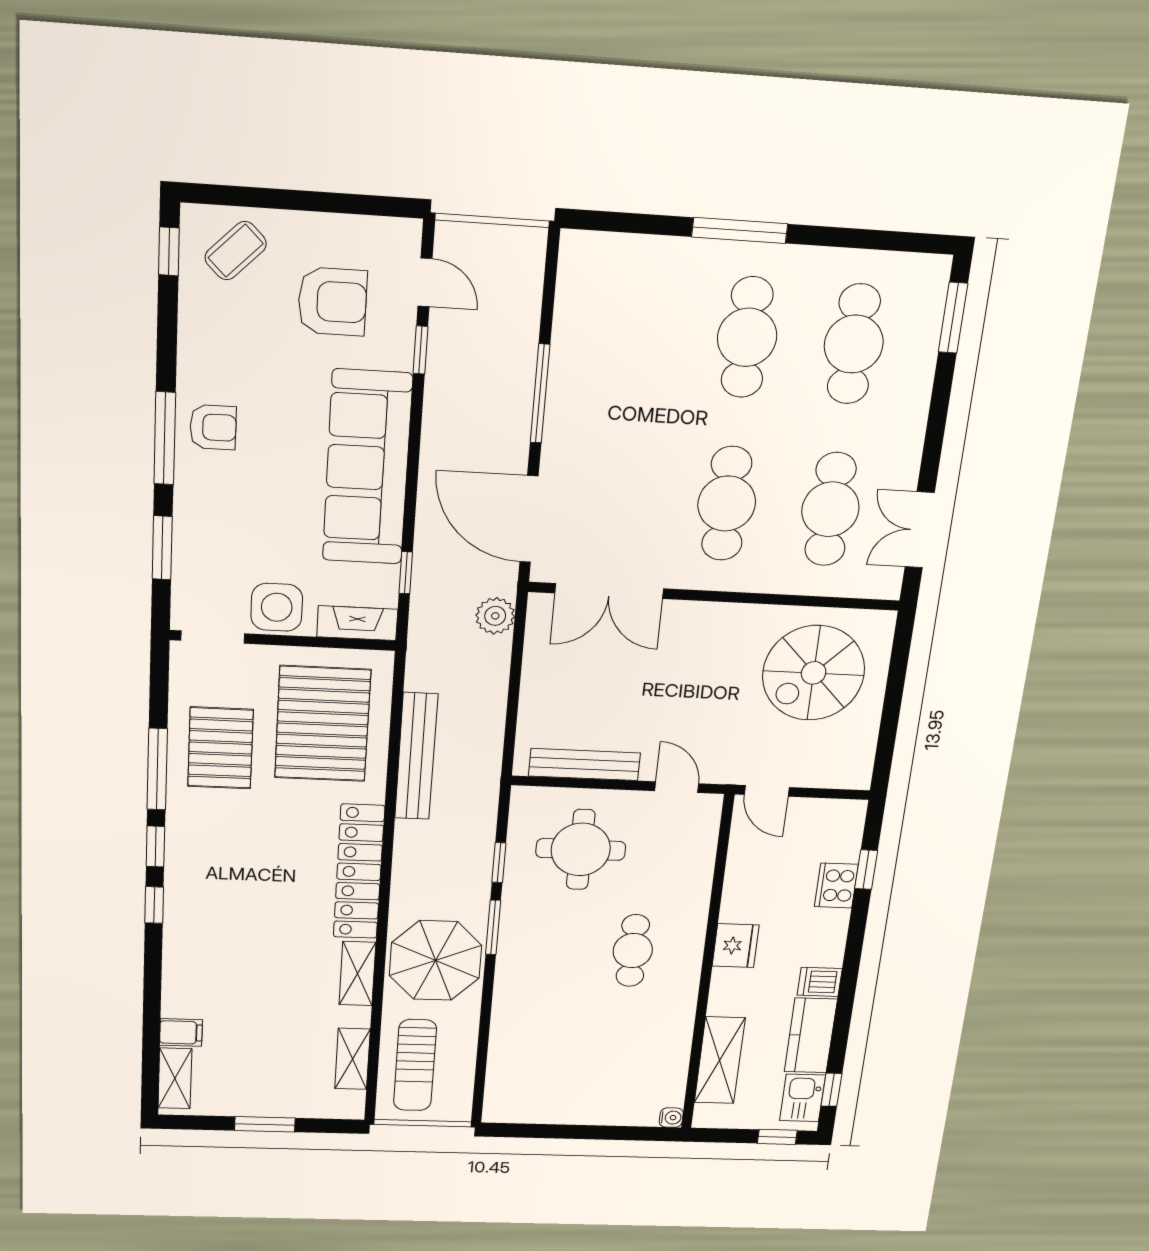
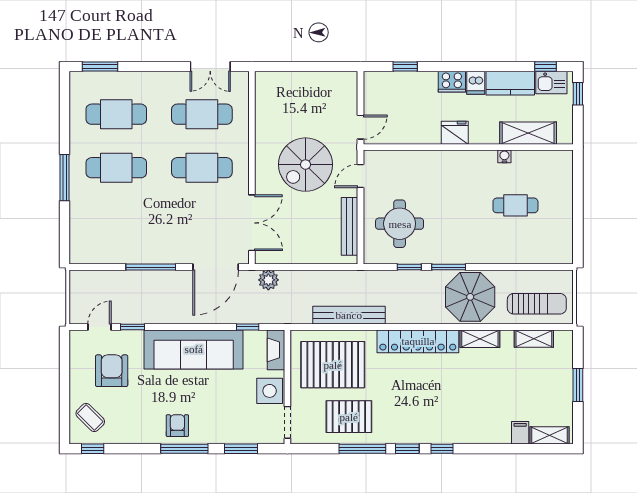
spiral stairs: (814, 673) -> (305, 165), moved, turned 90
cooker: (836, 886) -> (452, 82), moved
cafe table: (633, 951) -> (515, 205), moved
water cooler: (671, 1118) -> (504, 156), moved

